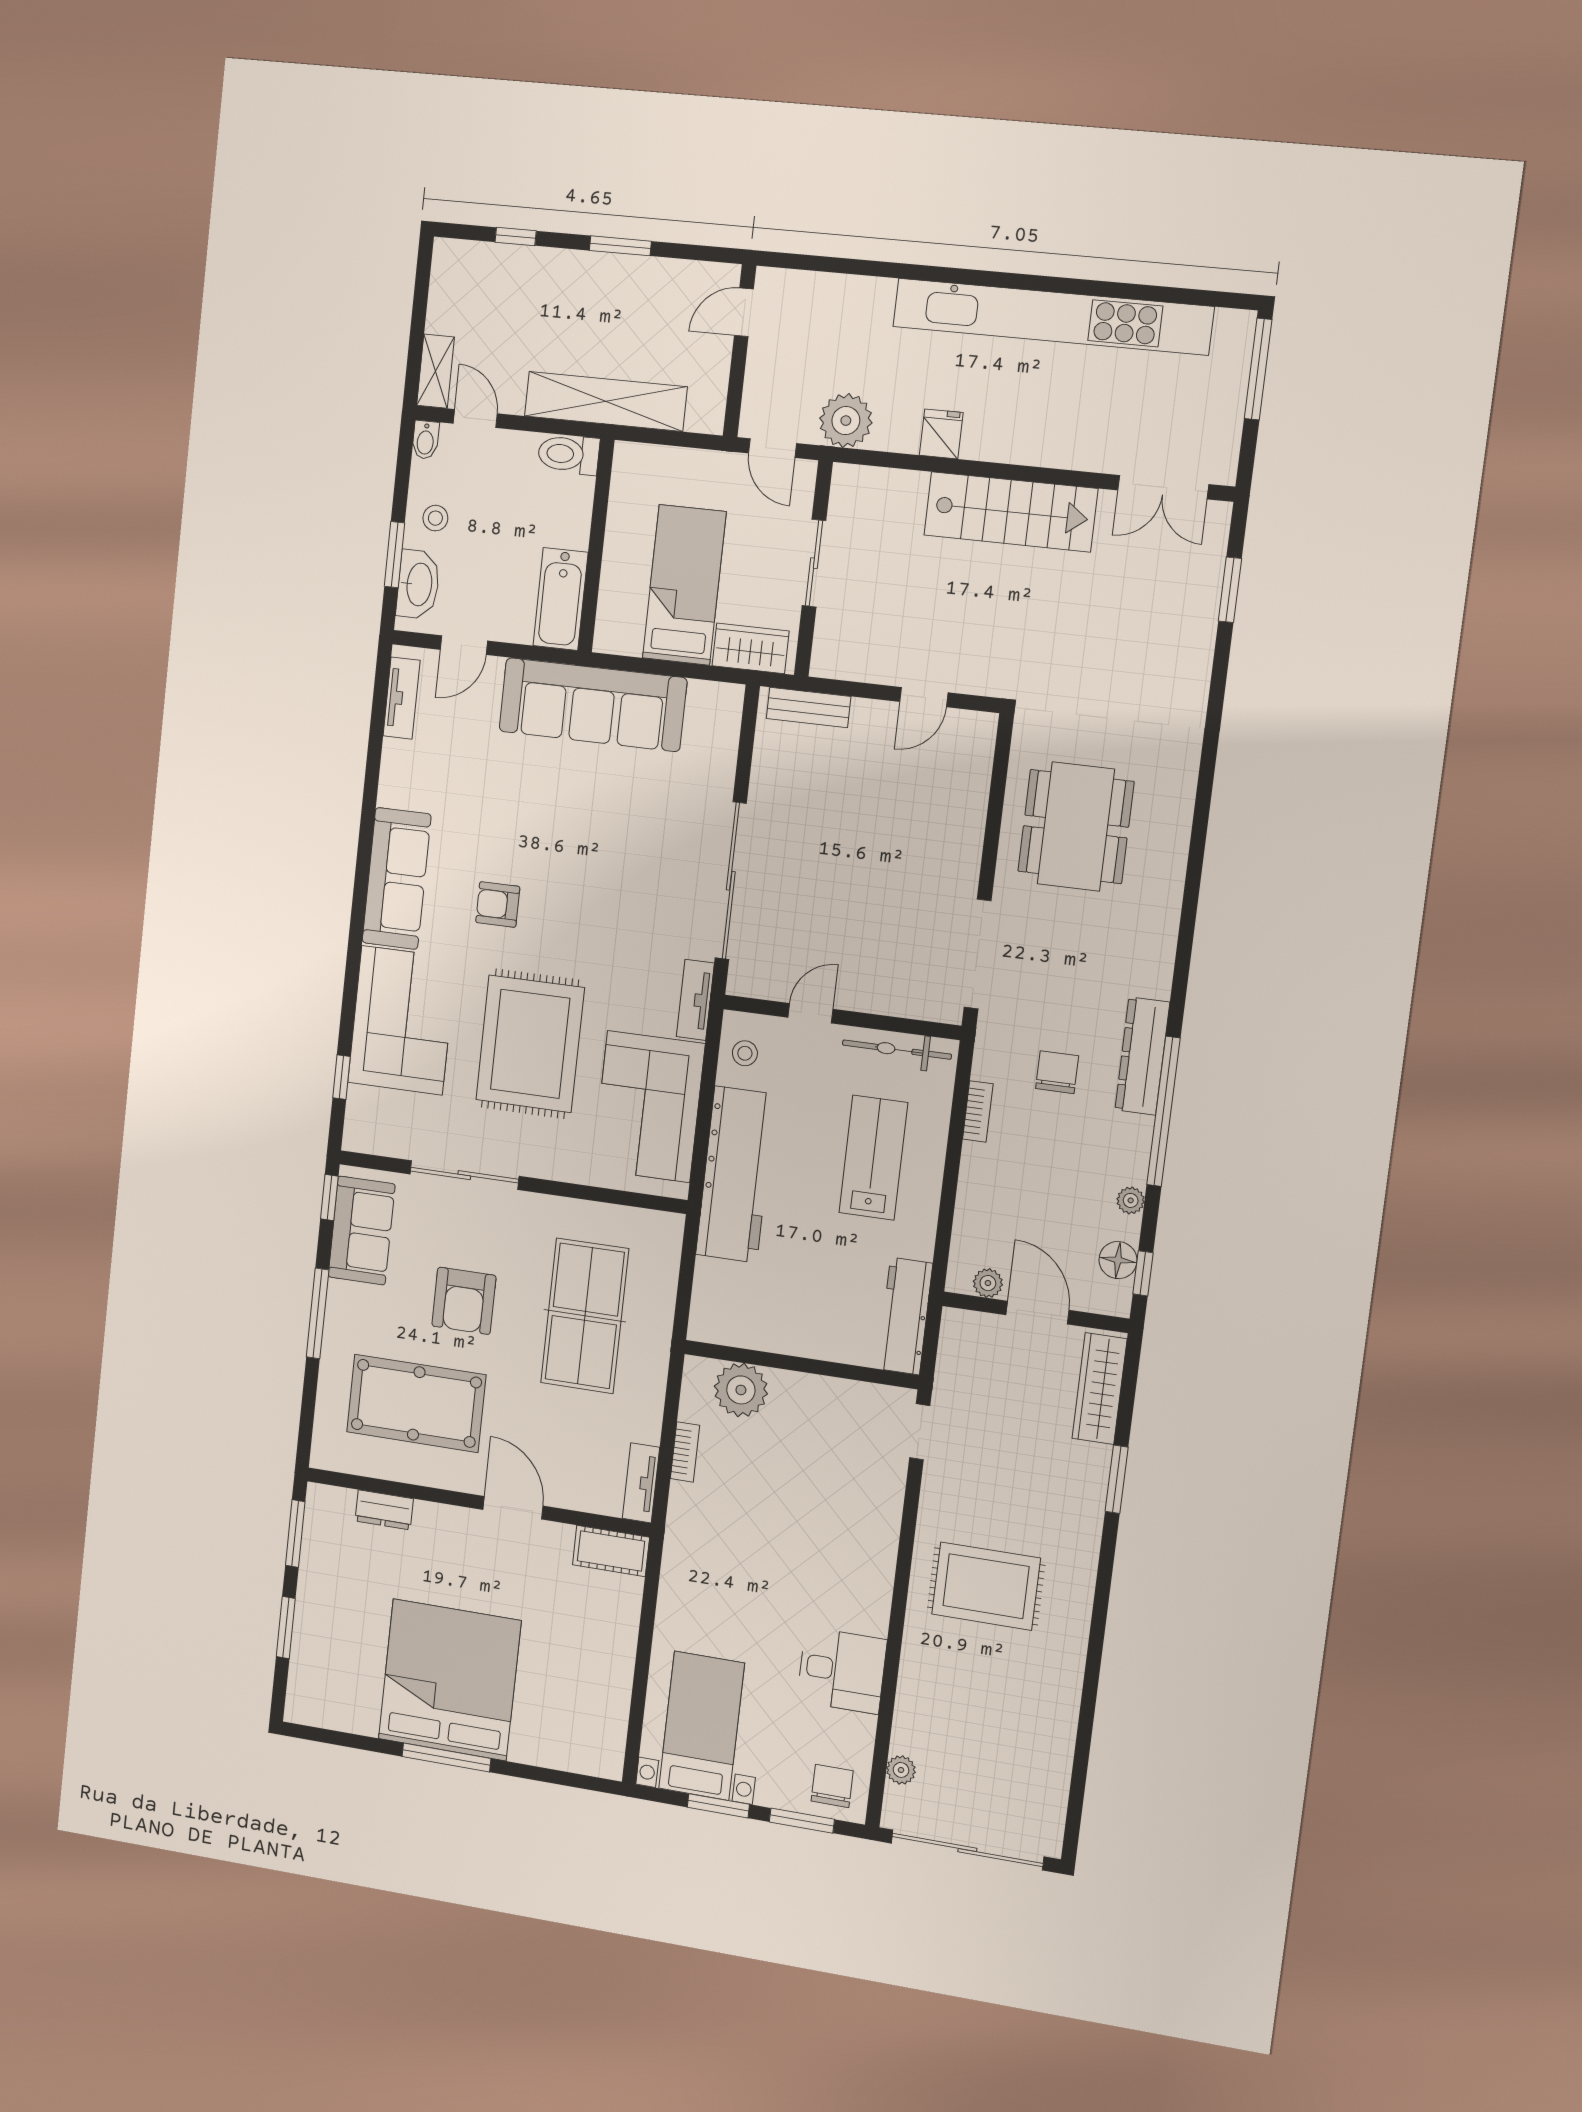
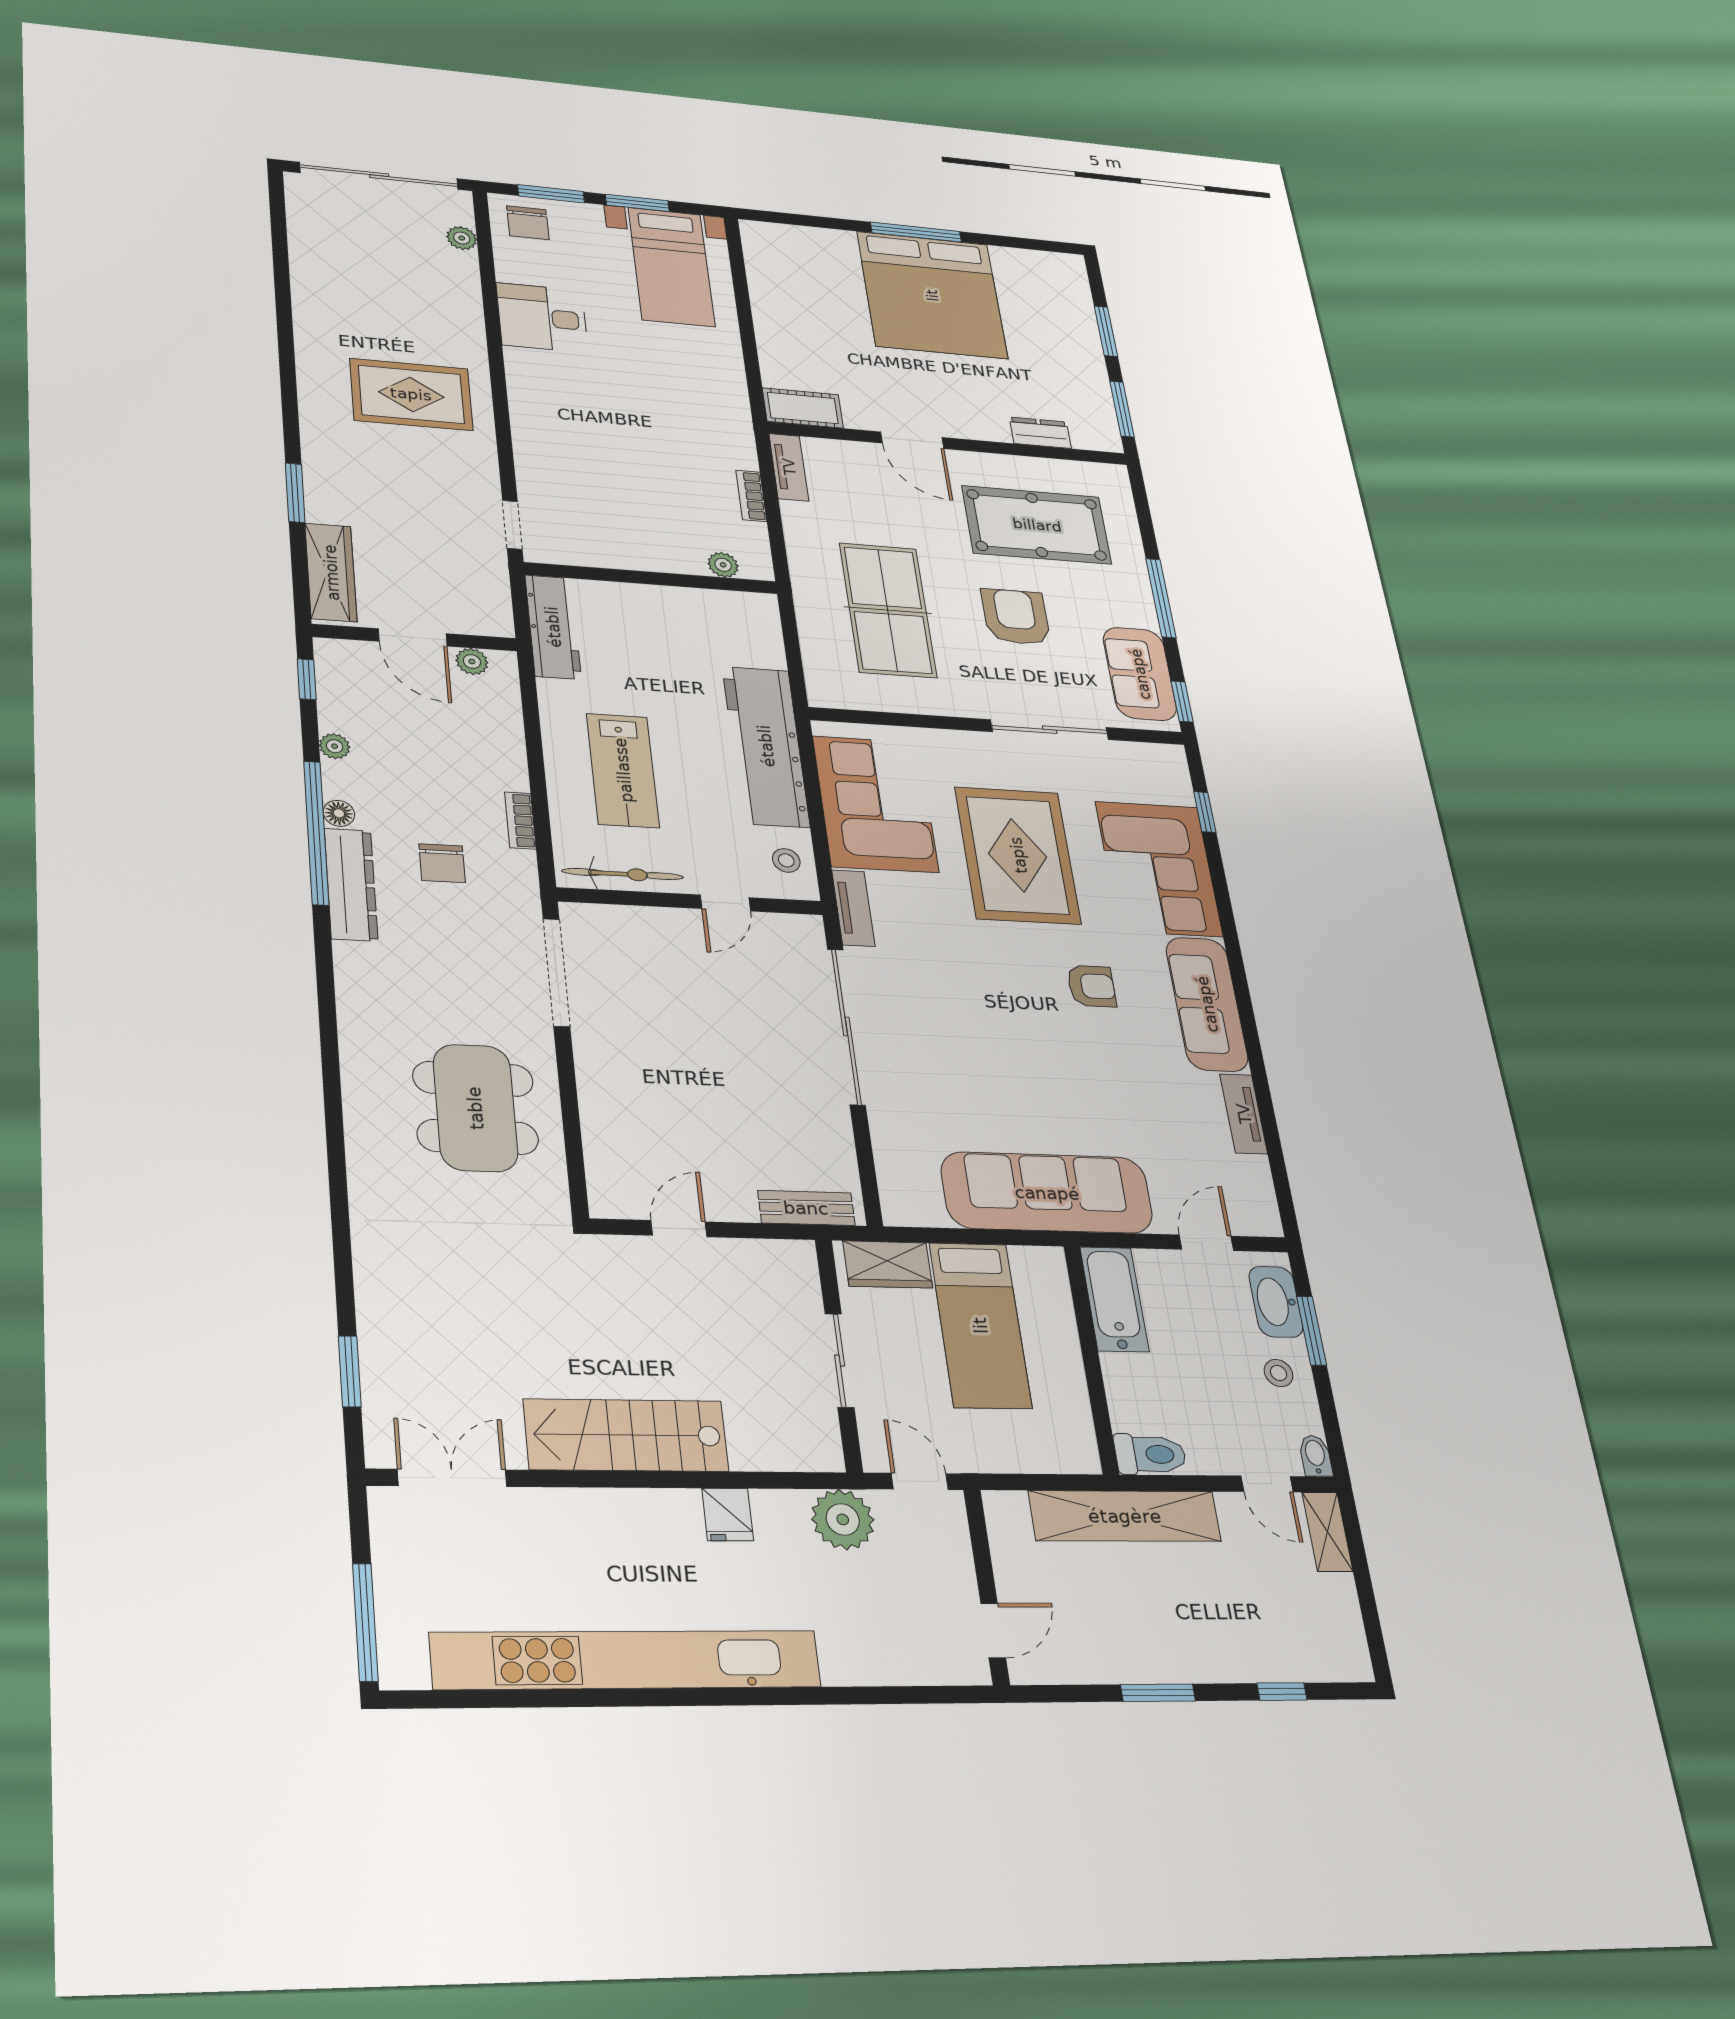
tv unit: (402, 698) -> (1244, 1114), moved
floor lamp: (1118, 1260) -> (339, 813), moved, width x0.73, depth x0.73
plant: (741, 1390) -> (723, 565), width x0.53, depth x0.53

